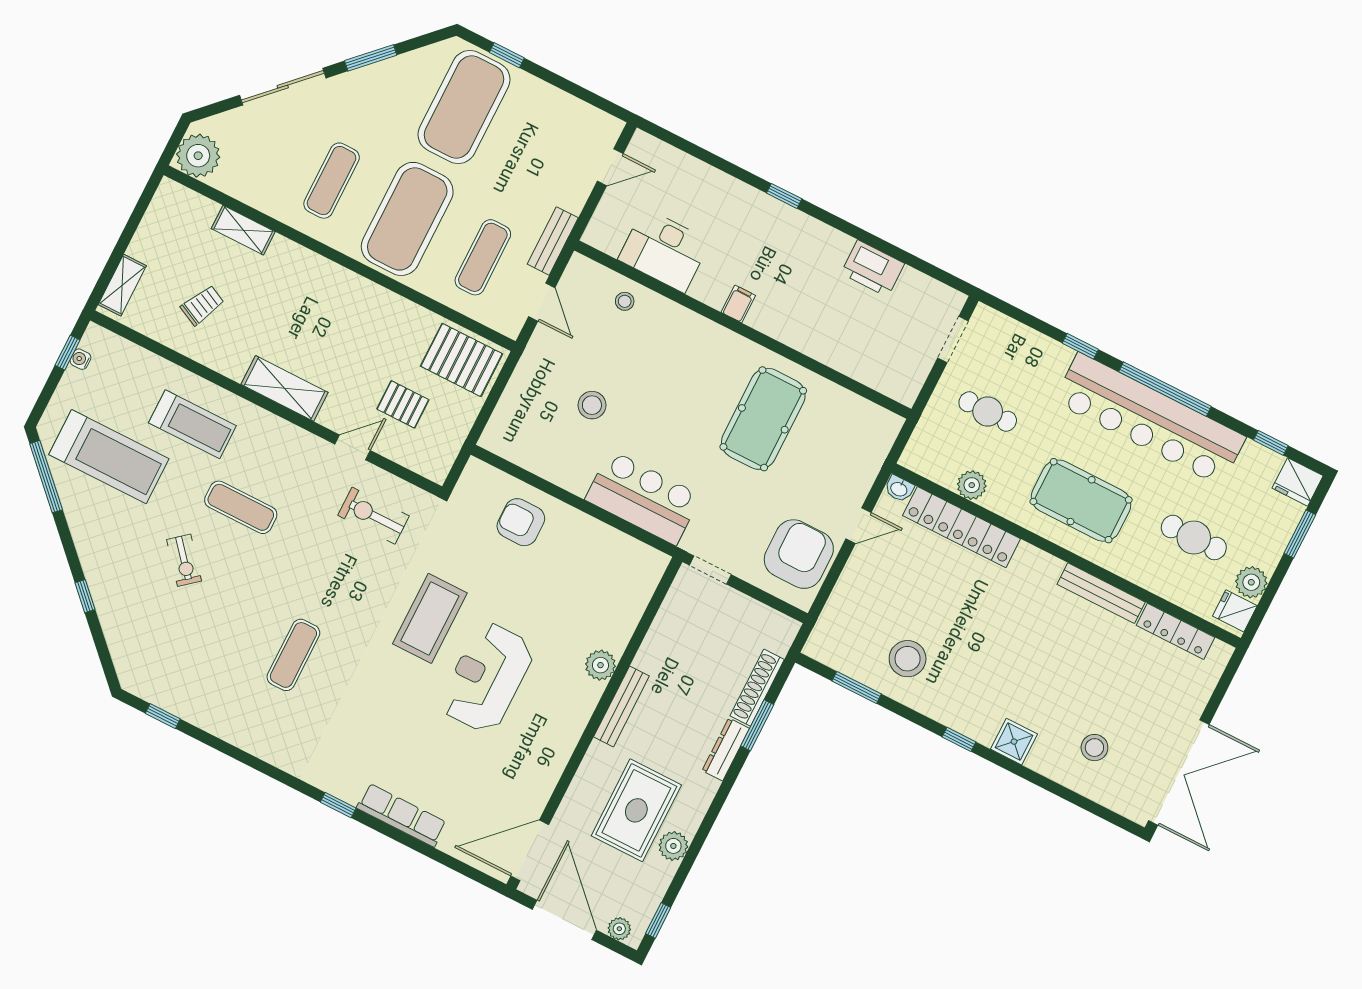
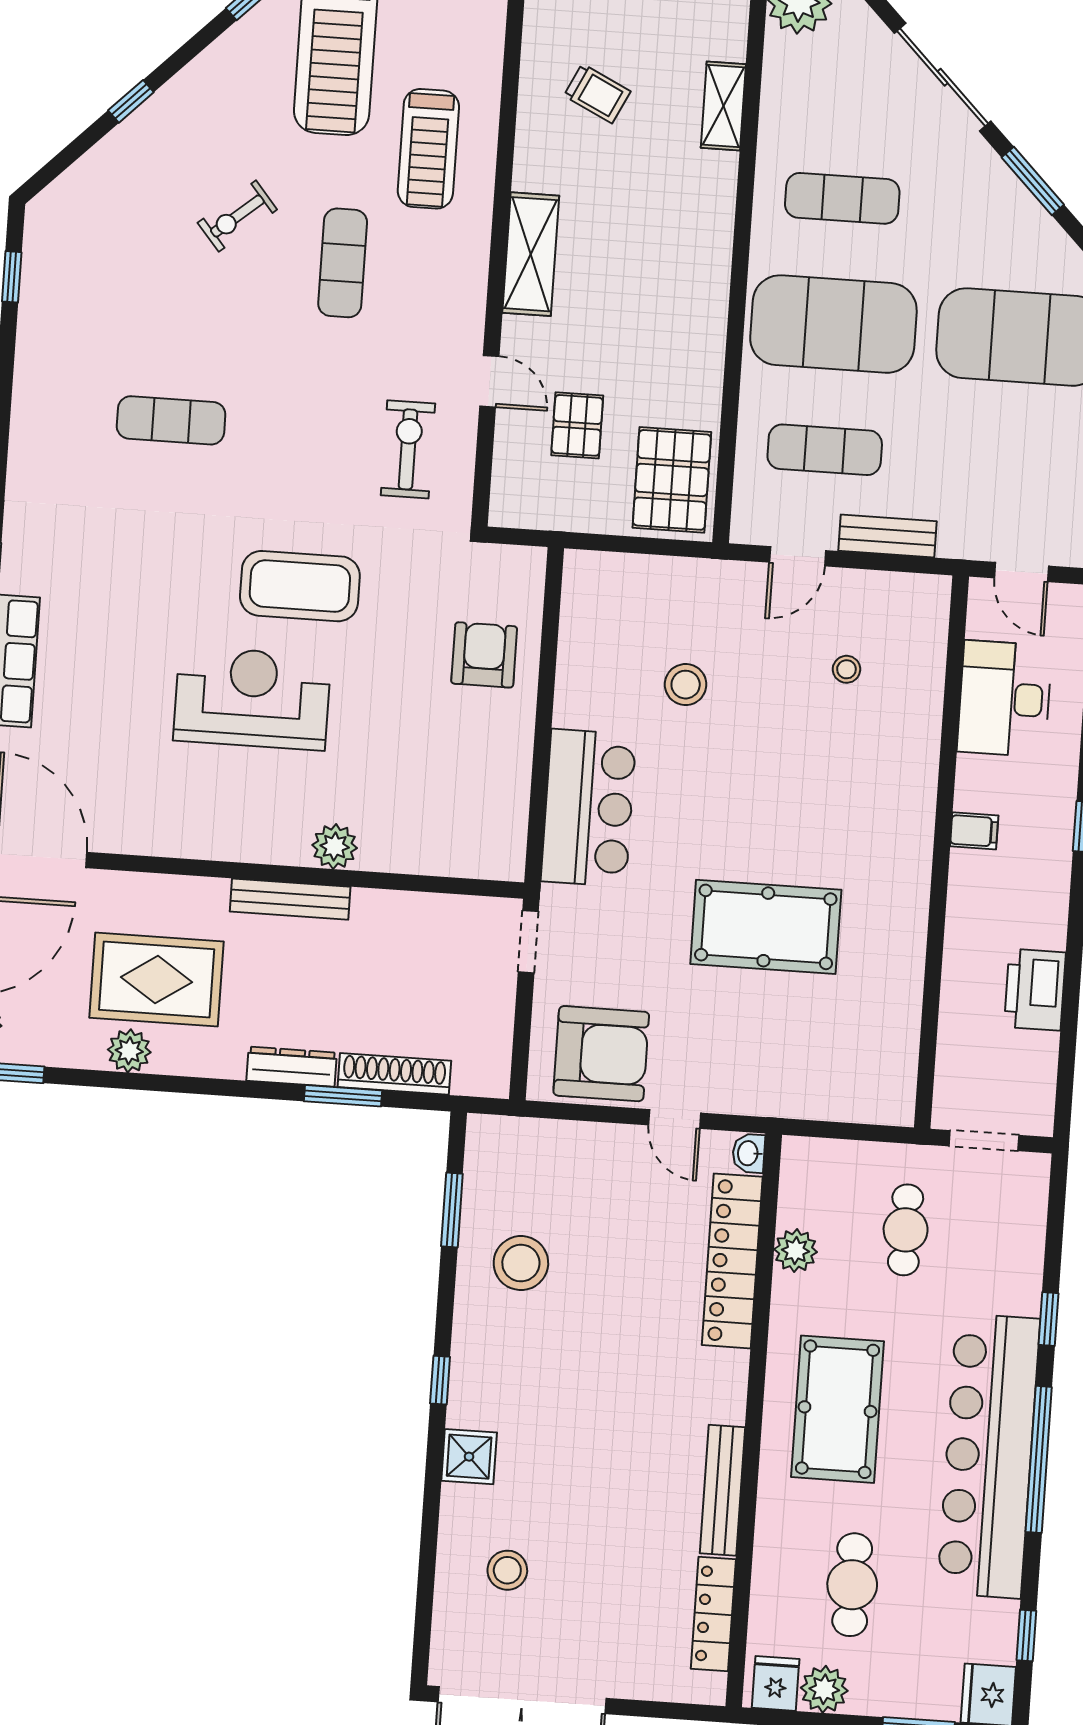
desk: (664, 250) -> (1005, 699), moved
filing cabinet: (738, 304) -> (974, 831), moved
wall: (743, 330) -> (941, 852), moved

